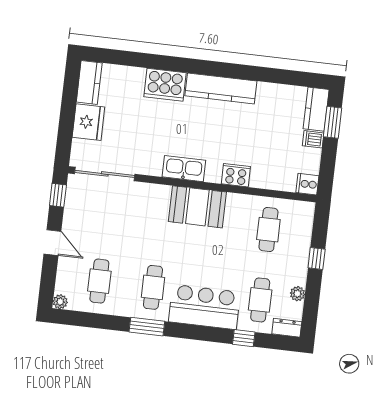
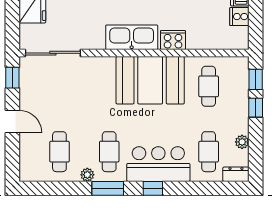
kitchen sink: (184, 169) -> (132, 37), width x1.36, depth x1.24
cooker: (307, 184) -> (239, 17), moved
booth: (197, 207) -> (150, 80), width x1.36, depth x1.42
window: (320, 228) -> (256, 79), added
plant: (60, 302) -> (87, 175), moved
window: (244, 338) -> (153, 188), moved

